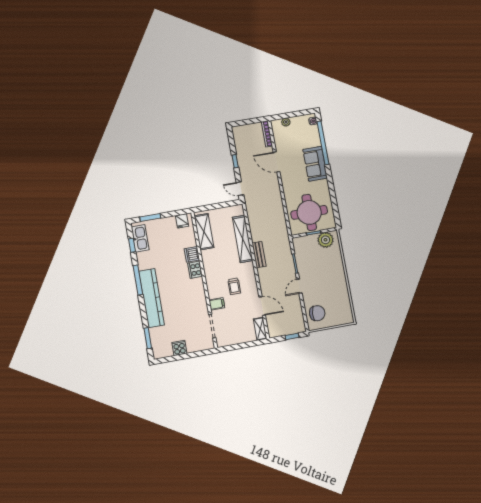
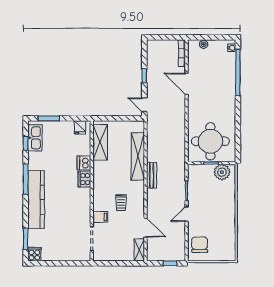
sofa: (315, 164) -> (226, 92), removed
chair: (317, 313) -> (200, 245), turned -93
cooker: (179, 348) -> (34, 254), moved

